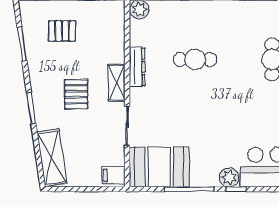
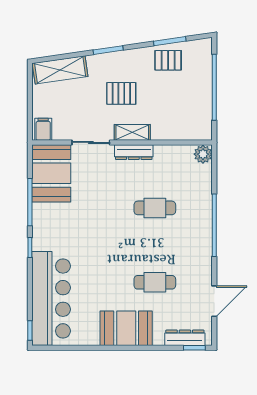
pallet: (62, 31) -> (168, 60), moved, turned 90
cafe table: (195, 59) -> (155, 208), turned 90
dresser: (137, 67) -> (134, 152), moved
plant: (229, 177) -> (41, 241), removed

